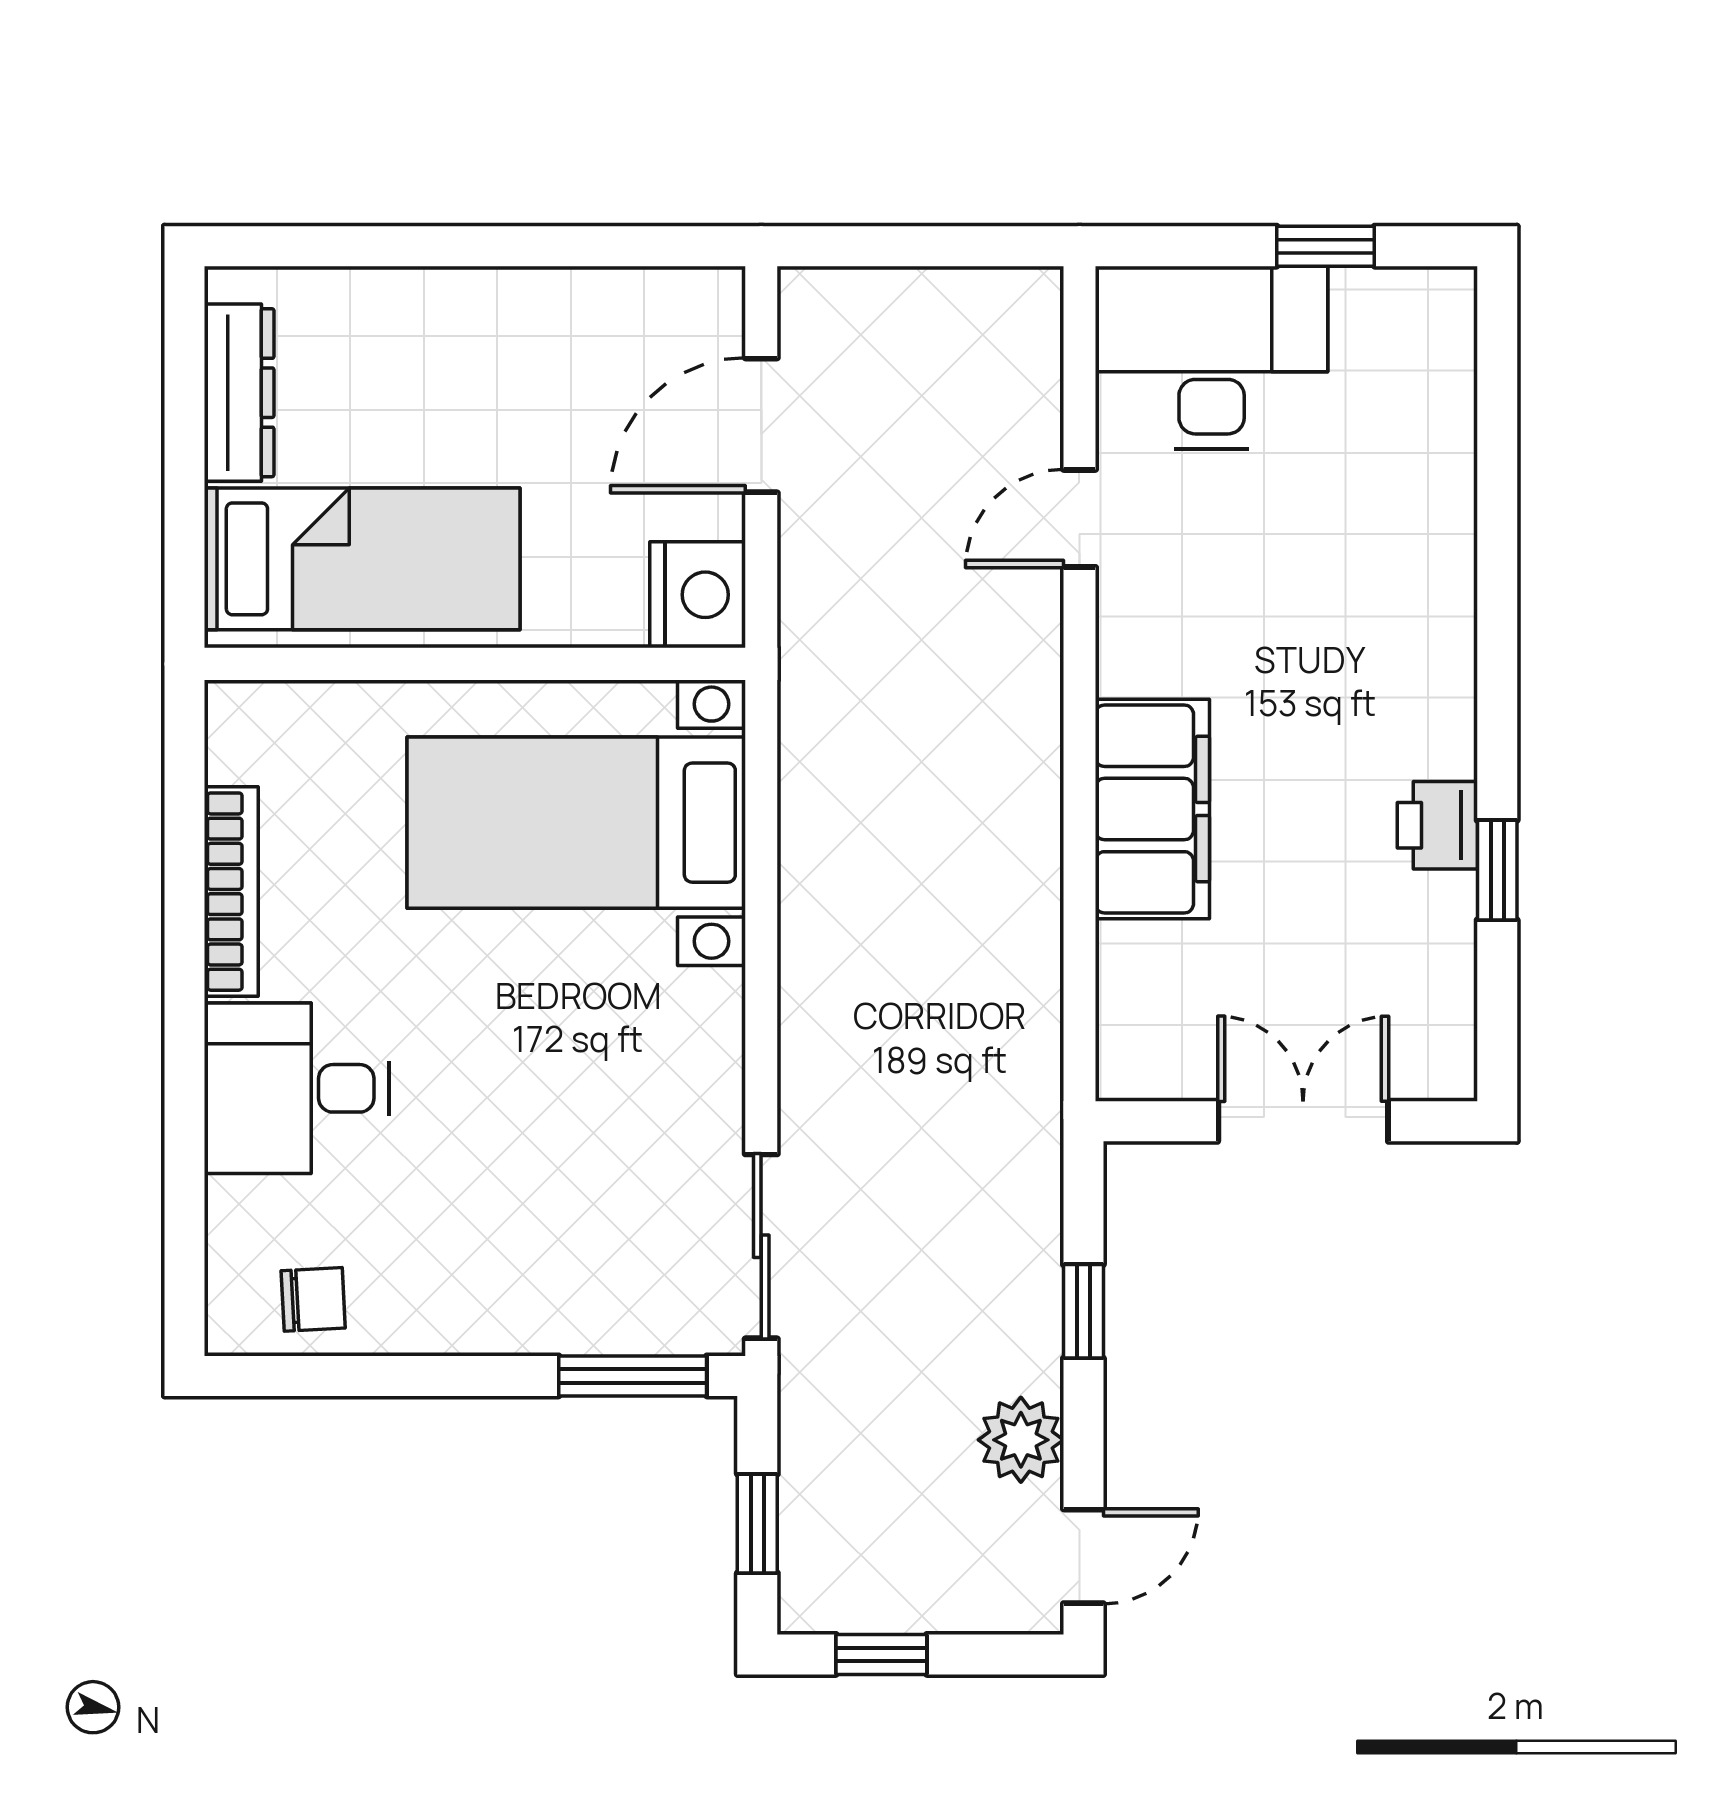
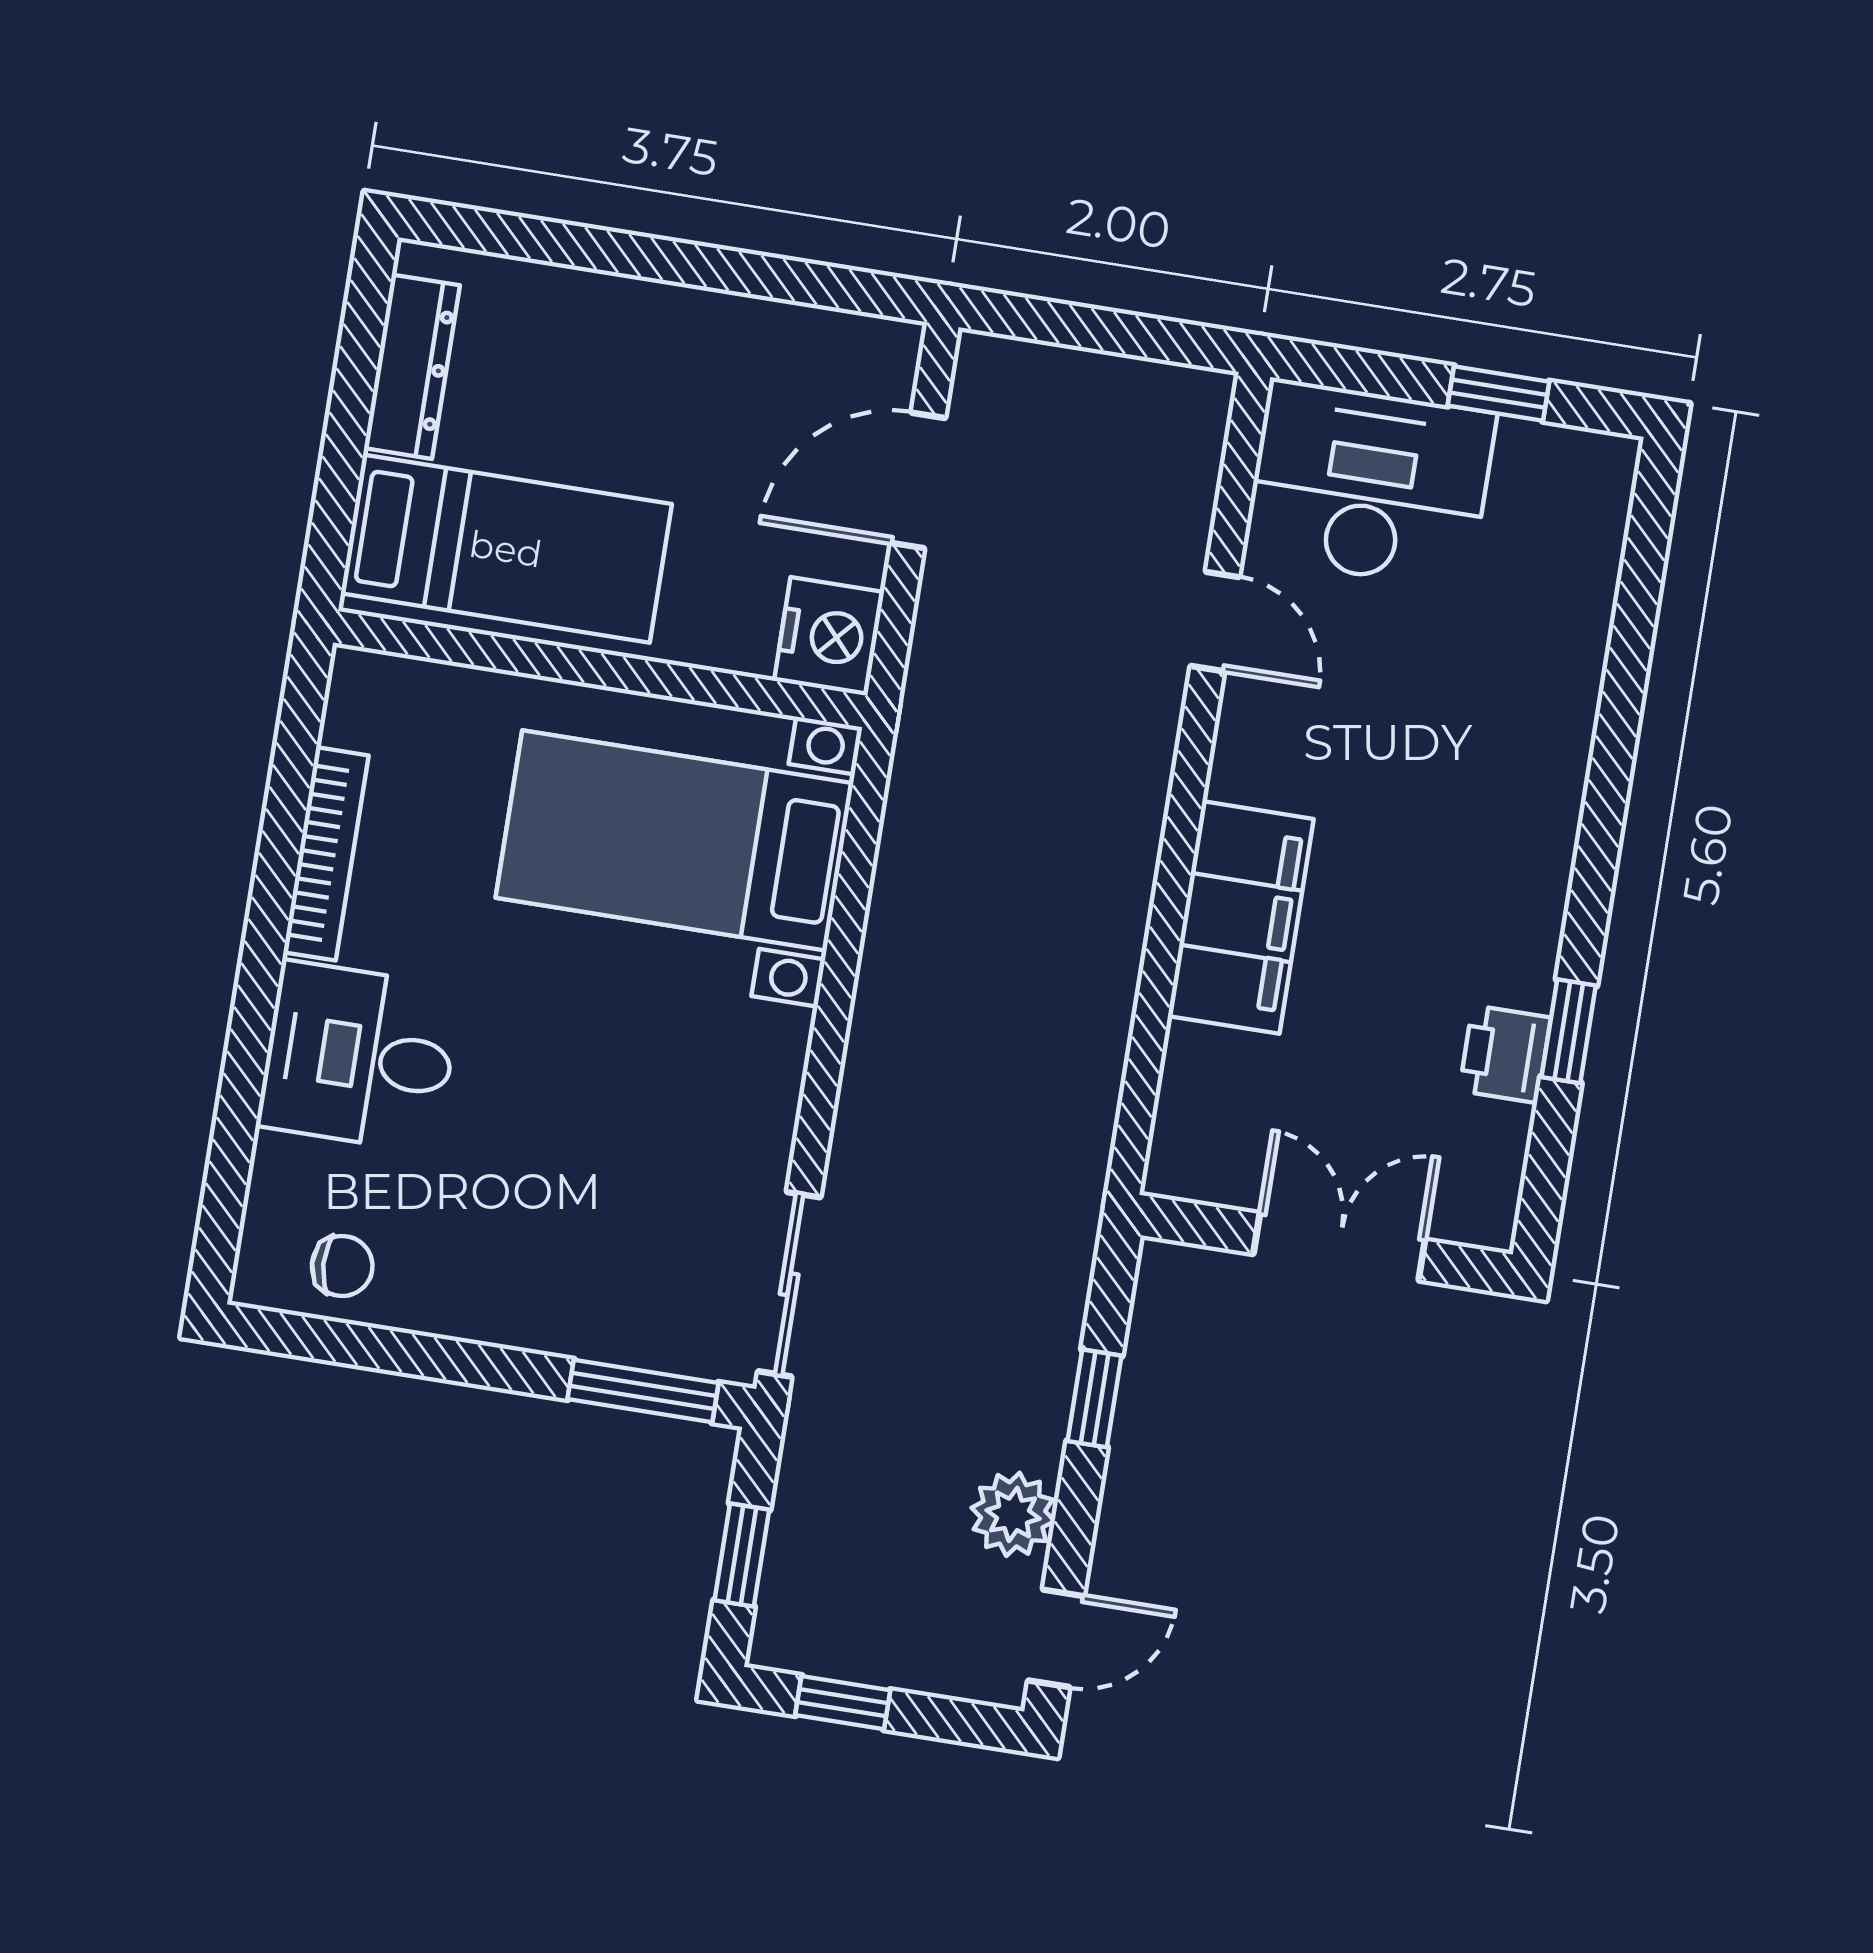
door: (1079, 518) -> (1215, 622), swing flipped
printer: (1437, 825) -> (1505, 1054), moved

